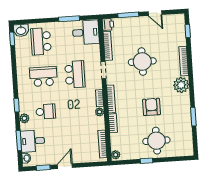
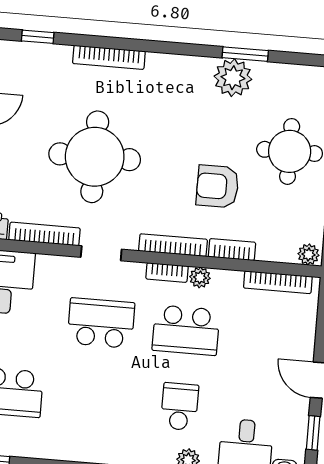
round table: (142, 62) -> (95, 157), width x1.36, depth x1.36
school desk: (43, 76) -> (186, 330), moved, turned -90
plant: (181, 85) -> (233, 78), moved
armchair: (151, 107) -> (217, 186), moved

